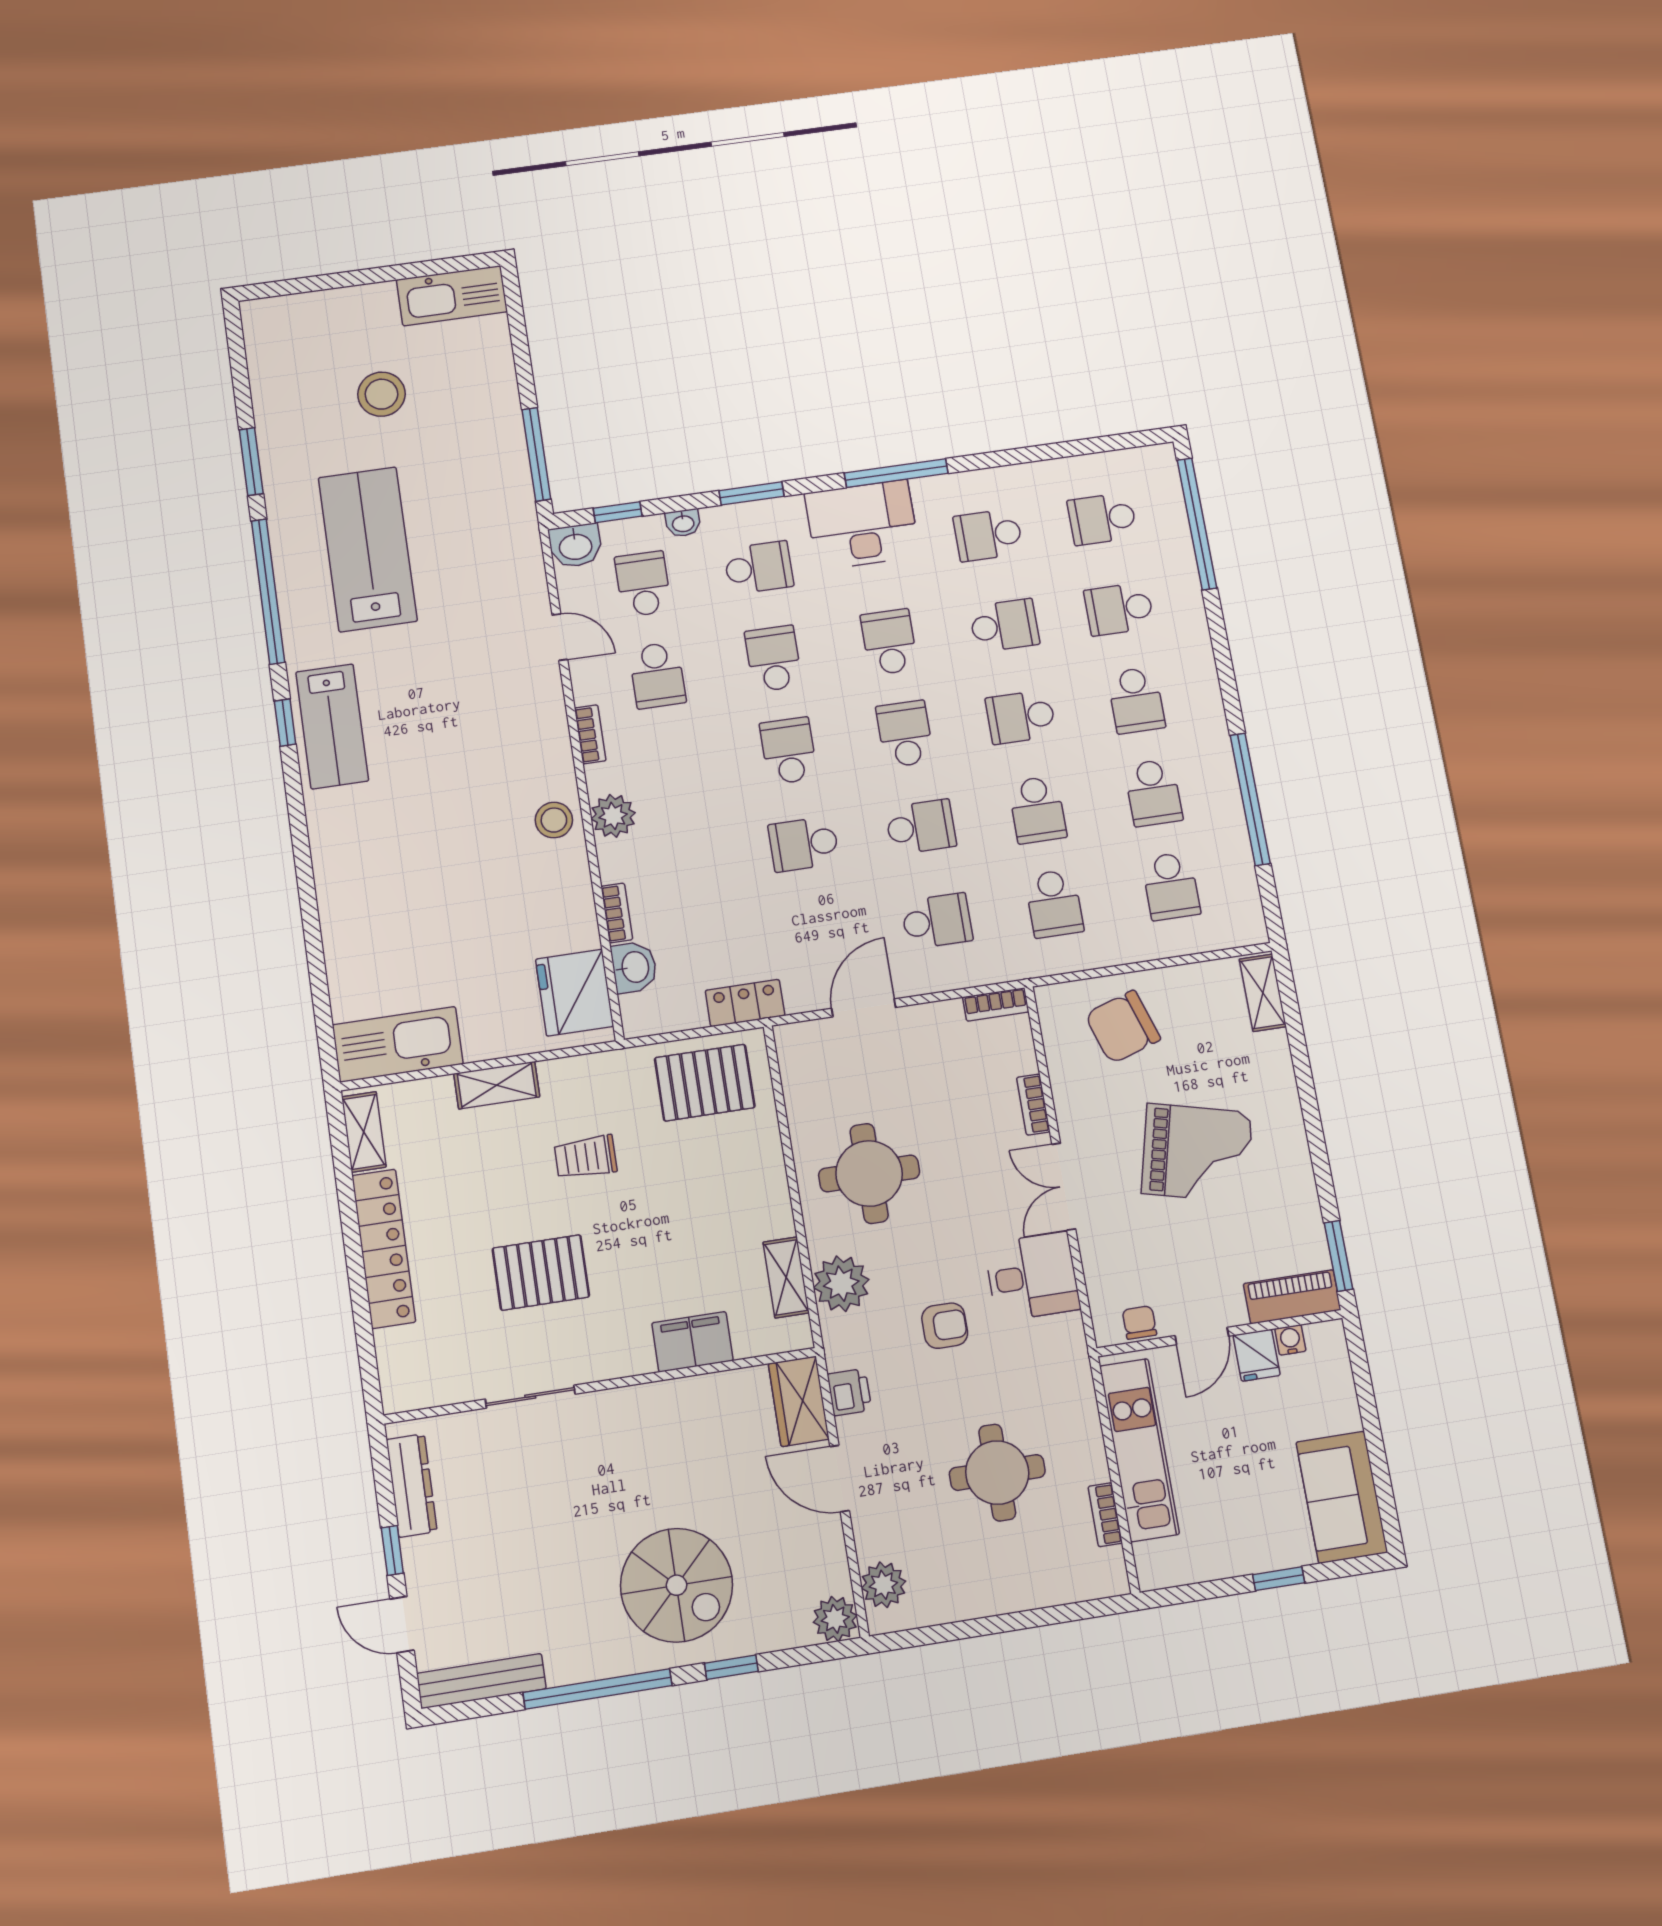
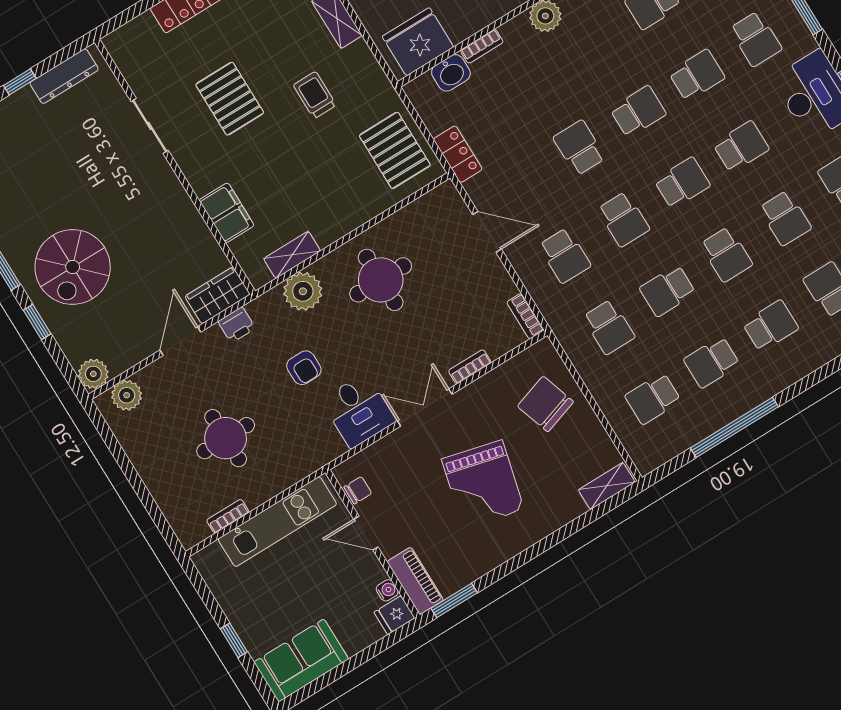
school desk: (1136, 700) -> (770, 326), turned 180
school desk: (1021, 717) -> (726, 254), turned 180
school desk: (1054, 904) -> (609, 327), turned -90
fridge: (1257, 1355) -> (395, 615), moved

